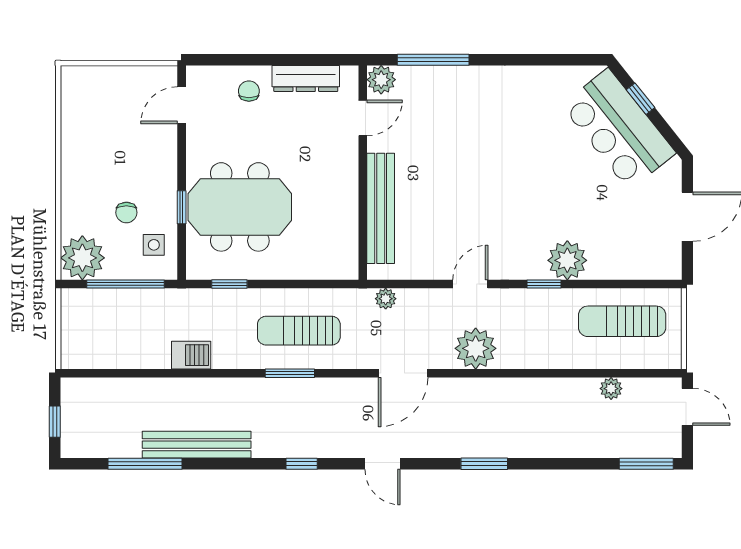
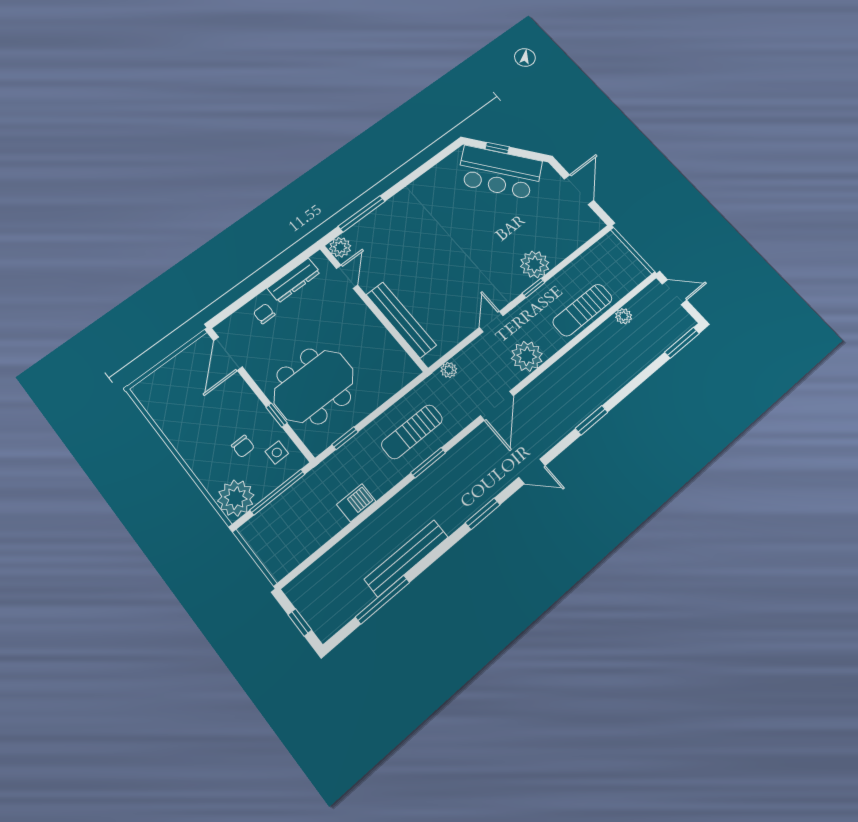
door: (182, 105) -> (228, 354), width x1.38
sun lounger: (622, 321) -> (582, 310), moved
window: (302, 464) -> (483, 514), width x1.50

